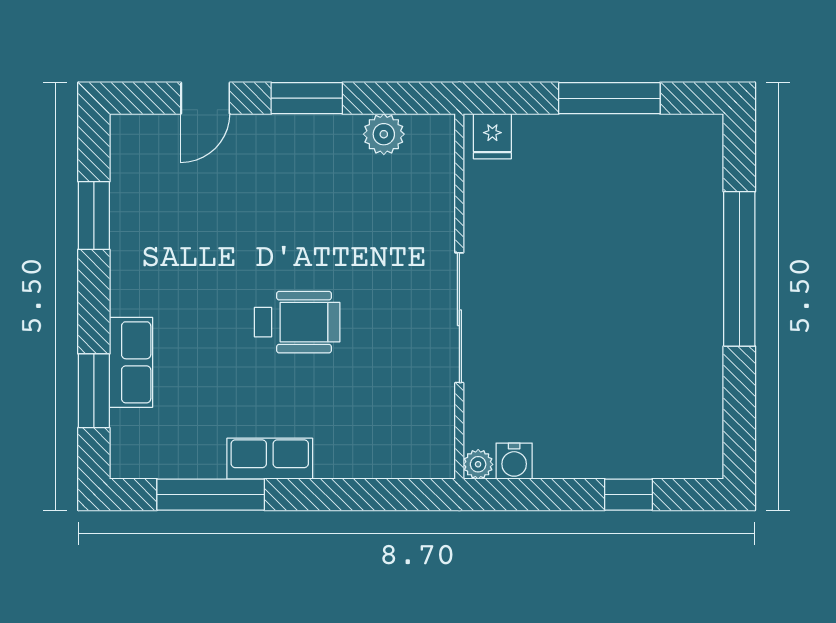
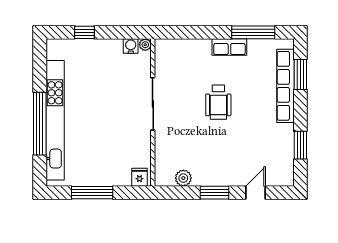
kitchen unit: (701, 277) -> (55, 120), added
wheelchair: (297, 322) -> (218, 102), turned -90
row of seats: (131, 362) -> (285, 86), width x2.02

